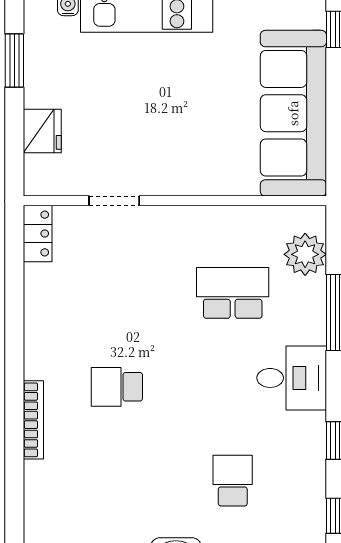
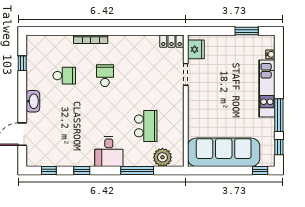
fridge: (42, 131) -> (196, 49), moved, turned -90
school desk: (233, 481) -> (64, 76), moved

